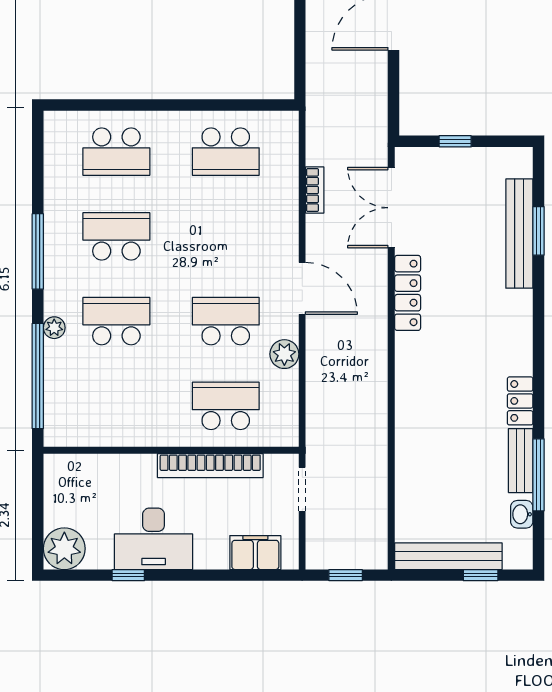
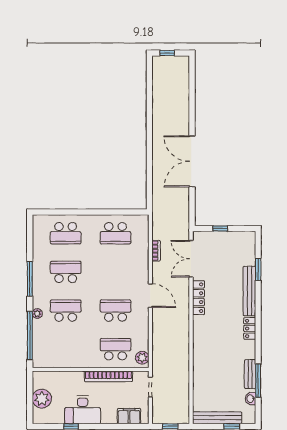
bench: (519, 234) -> (249, 291), moved
plant: (284, 354) -> (142, 358), moved
locker: (520, 401) -> (250, 328), moved
plant: (64, 549) -> (42, 399), moved

